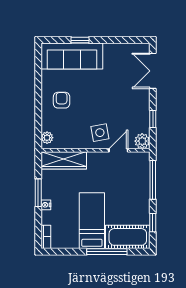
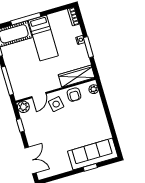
armchair: (62, 100) -> (74, 95), moved

